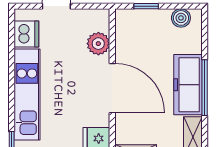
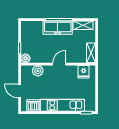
boiler: (181, 18) -> (25, 58), moved
door: (112, 88) -> (59, 64), width x0.53

